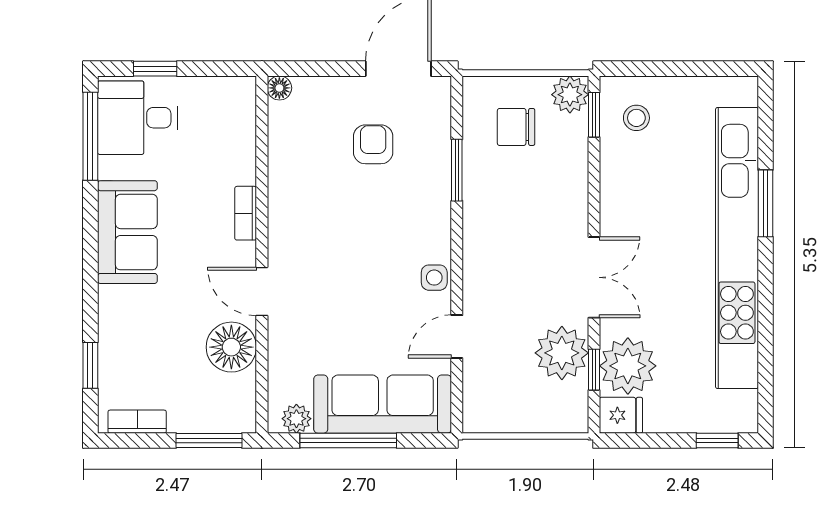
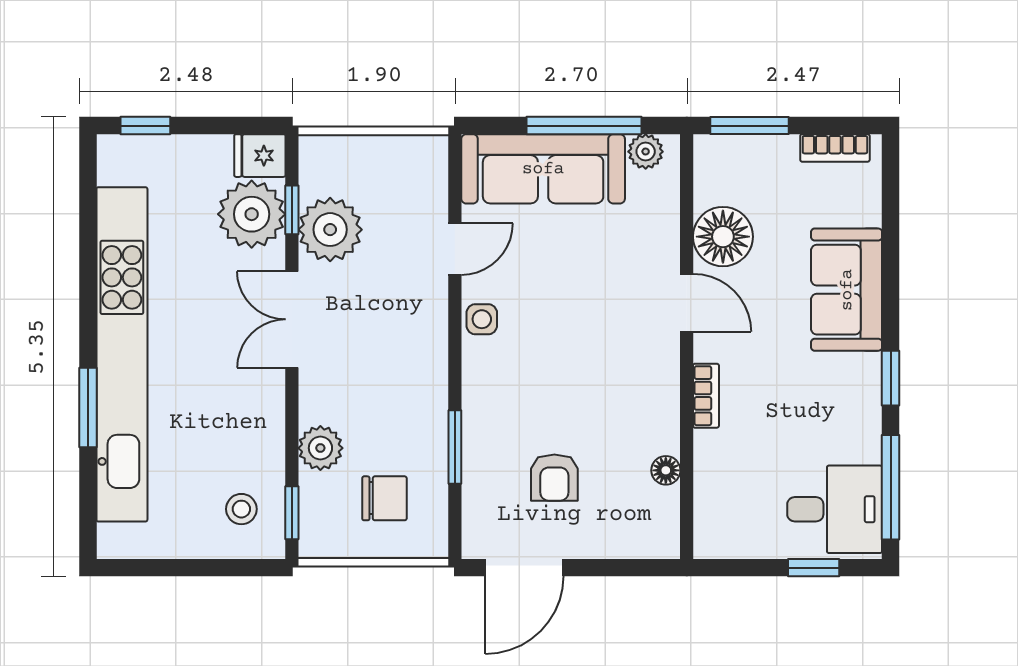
floor lamp: (279, 88) -> (666, 470), moved
plant: (570, 95) -> (320, 448), moved
sofa: (127, 232) -> (847, 290), moved
window: (90, 365) -> (891, 378), moved

